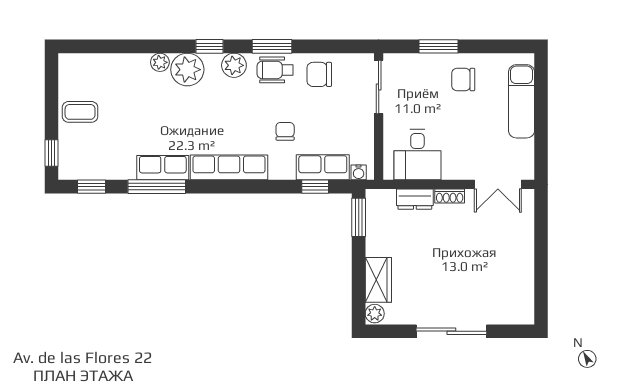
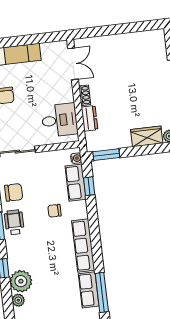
plant: (234, 65) -> (14, 250), removed
wheelchair: (275, 70) -> (14, 222), turned 180
chair: (319, 74) -> (14, 192), turned -90

